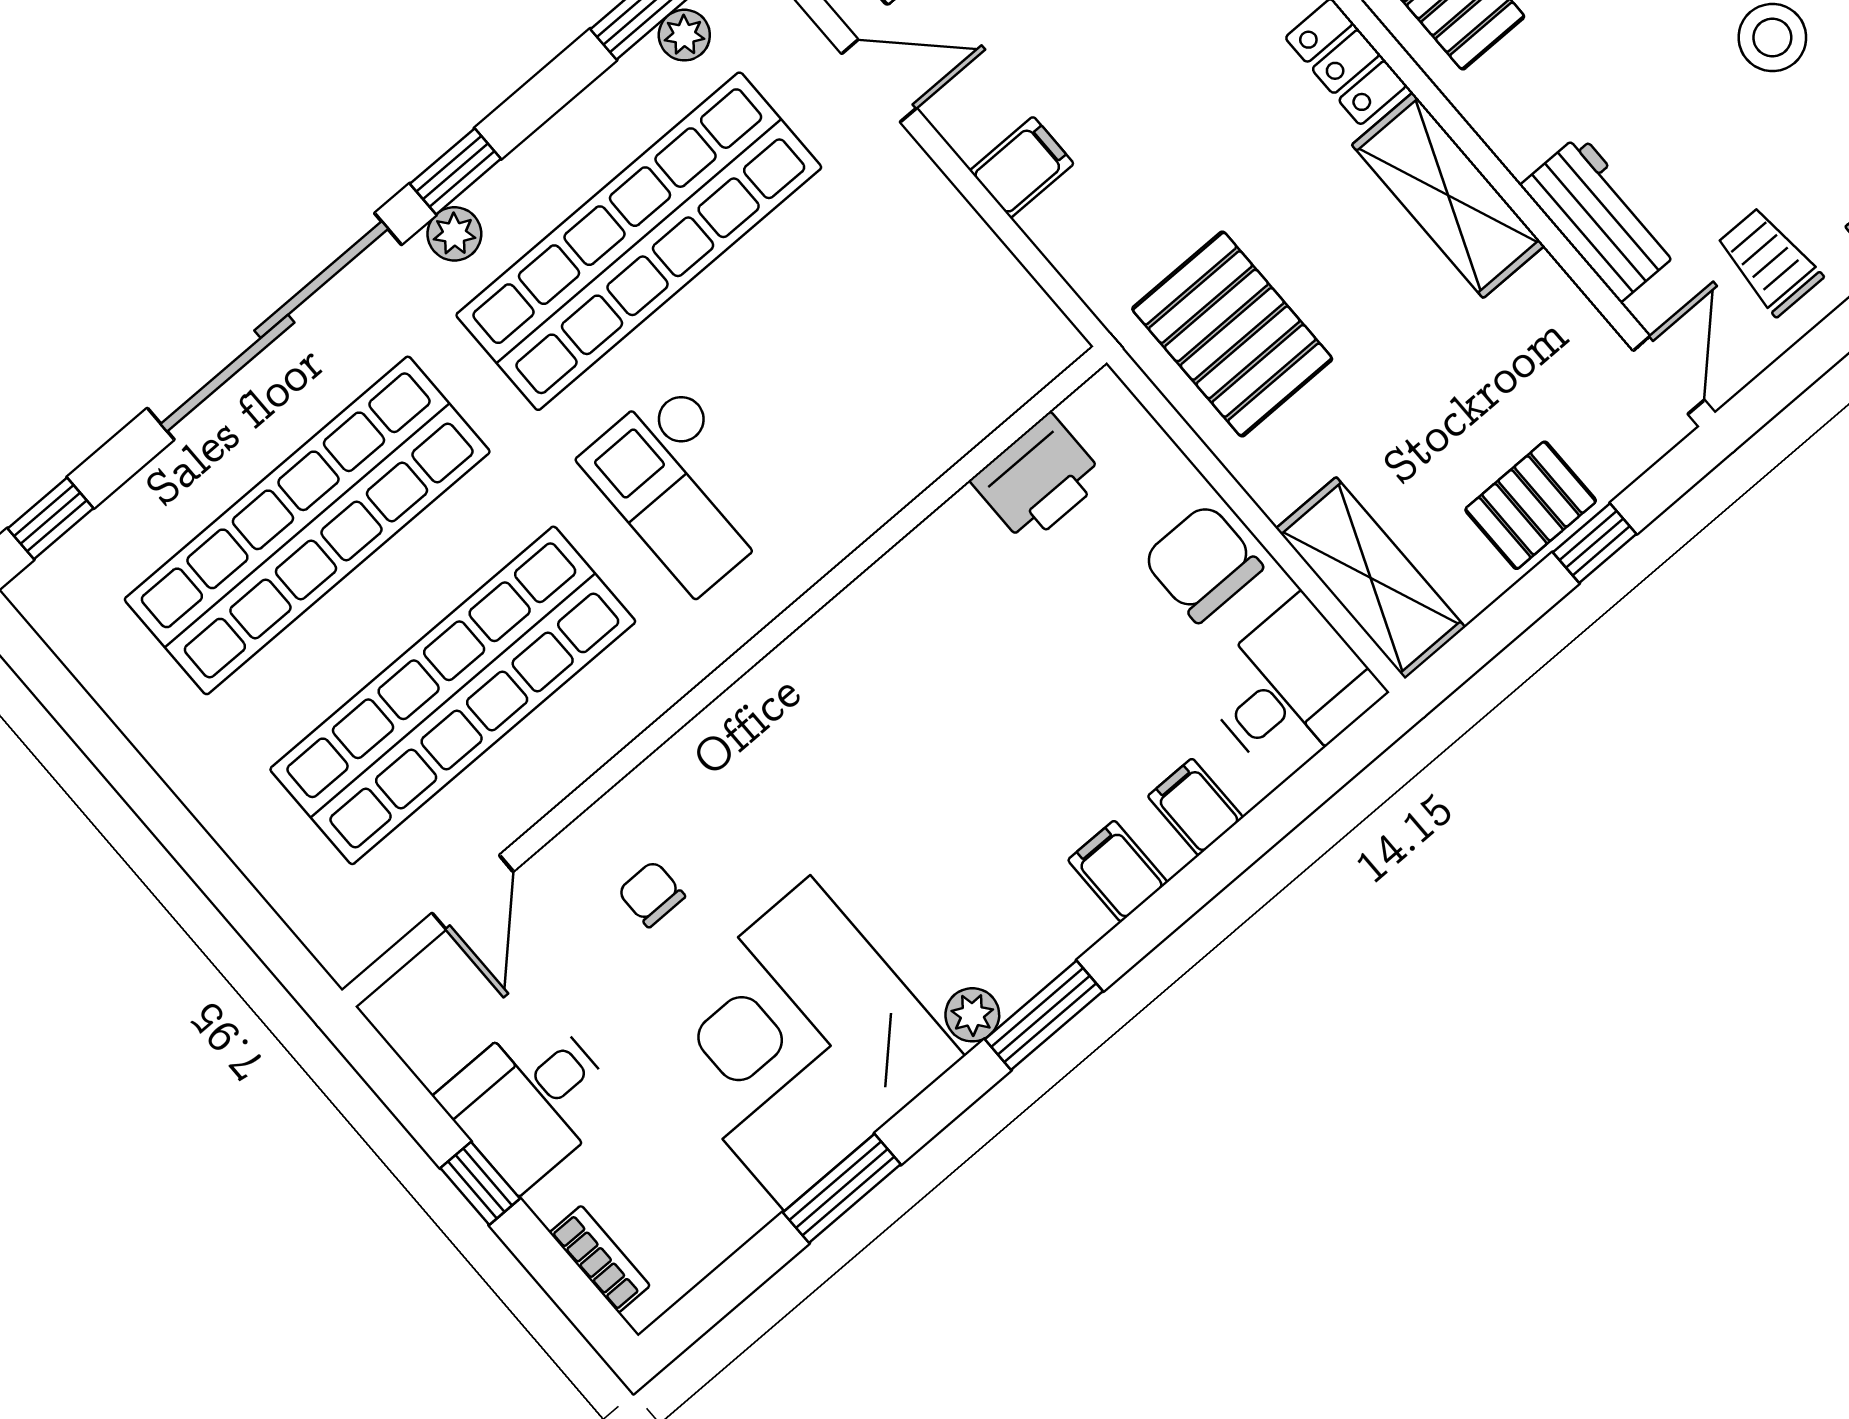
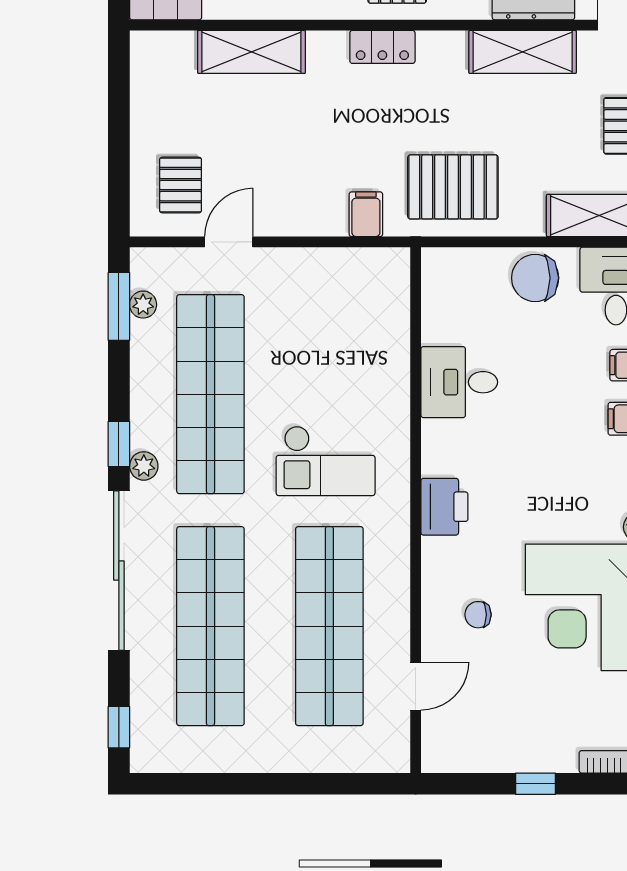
filing cabinet: (1022, 167) -> (366, 214), moved
shelving: (1448, 195) -> (523, 52), moved
printer: (1038, 479) -> (444, 507), moved
door: (473, 892) -> (416, 686), hinge flipped
desk: (530, 1100) -> (459, 382), moved, turned 90

